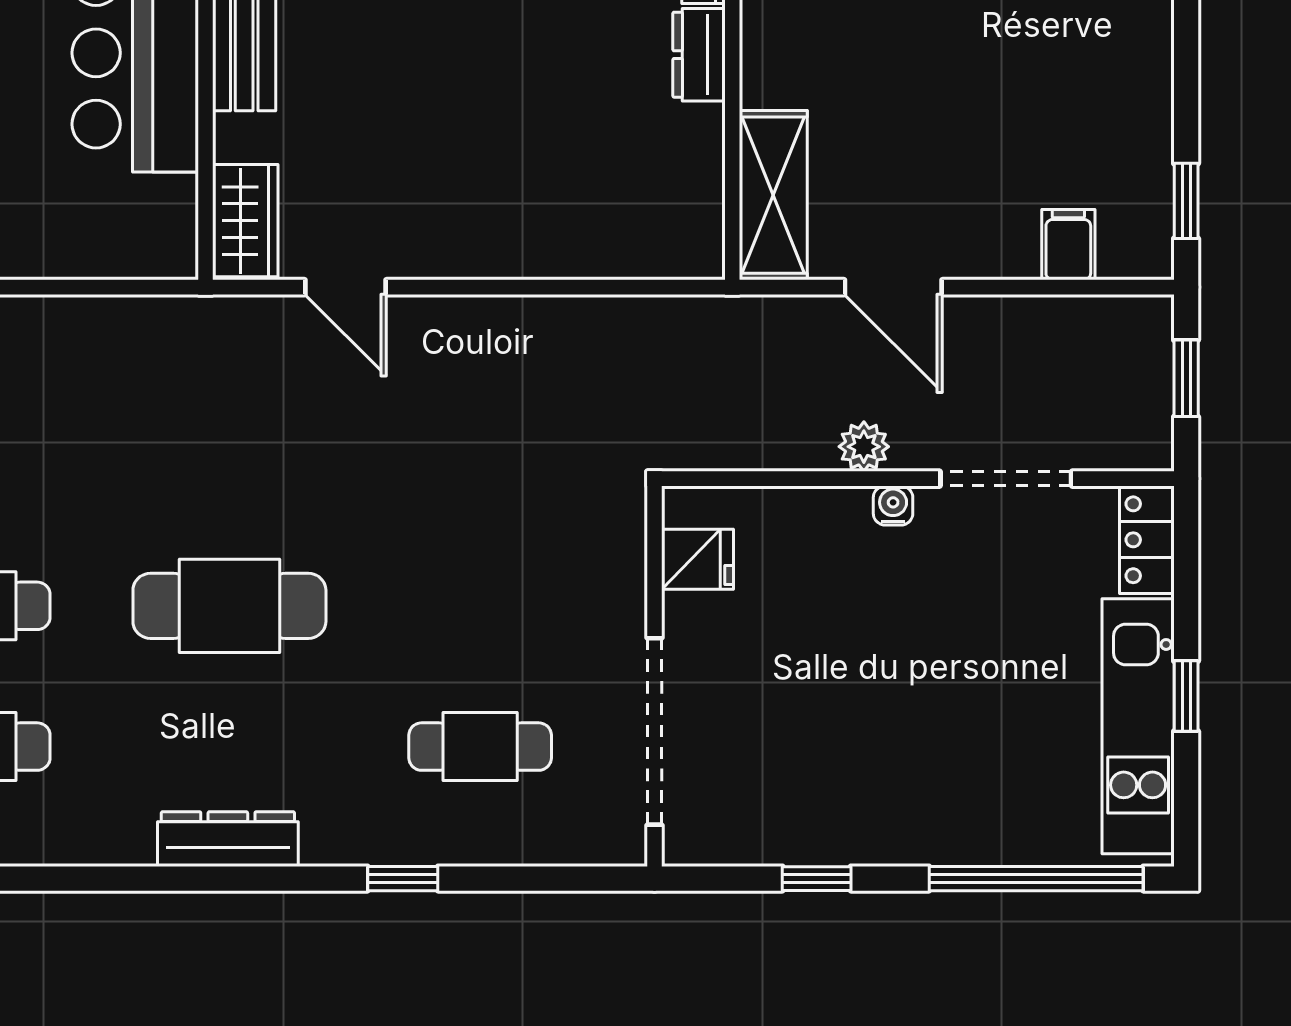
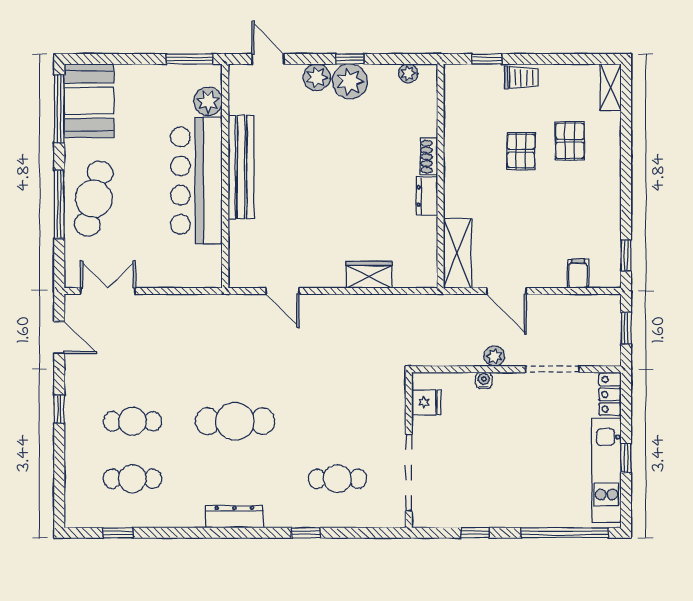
wardrobe: (245, 221) -> (369, 275), moved, turned -90
water cooler: (893, 506) -> (484, 380), moved

